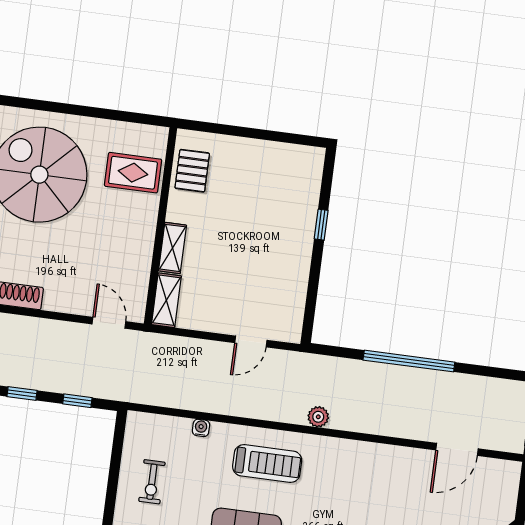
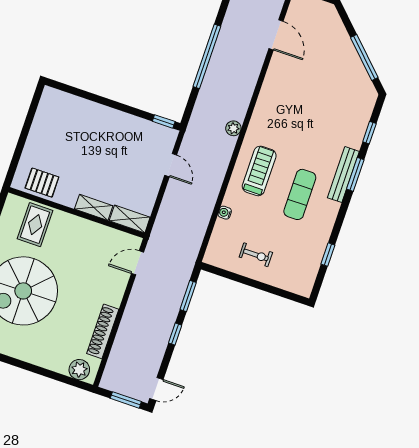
window: (321, 225) -> (164, 121), moved
window: (77, 401) -> (188, 296), width x1.50

